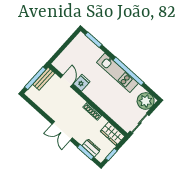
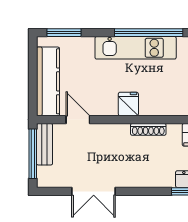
kitchen counter: (69, 54) -> (48, 81), added
fridge: (82, 83) -> (128, 104), moved
double door: (62, 131) -> (94, 191), moved

